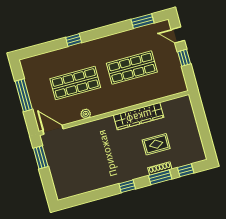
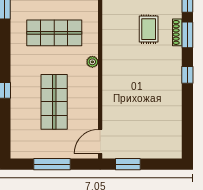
shop shelf: (132, 68) -> (54, 33), turned 90
plant: (86, 114) -> (92, 62), moved
wardrobe: (139, 116) -> (111, 40), removed

